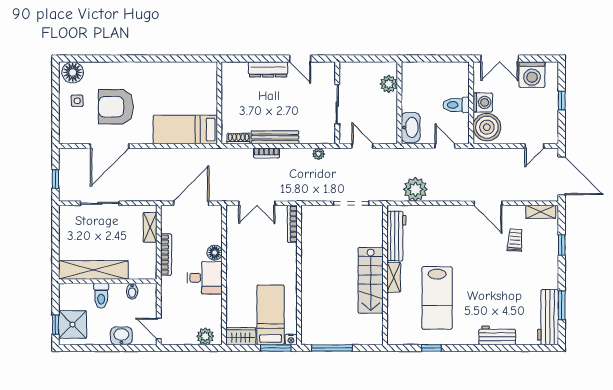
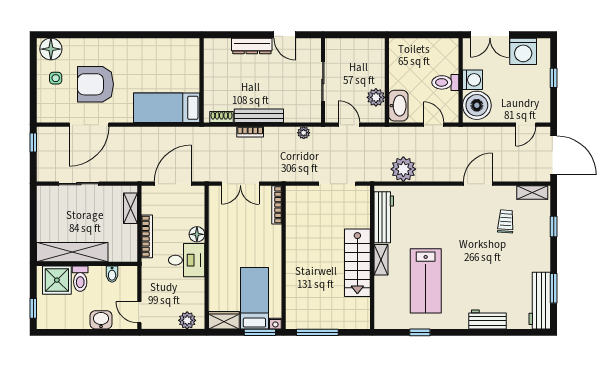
plant: (389, 84) -> (376, 97), moved
window: (55, 179) -> (33, 142), moved
door: (488, 203) -> (478, 184), swing flipped
shower: (73, 325) -> (57, 280), moved

